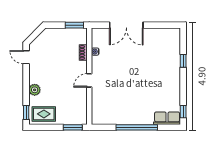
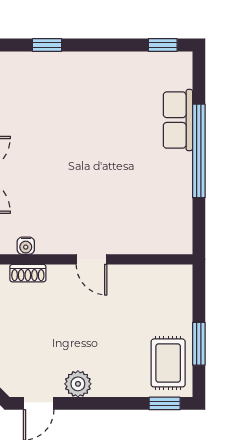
plant: (35, 90) -> (78, 384), moved
row of seats: (167, 118) -> (178, 120), moved
window: (73, 127) -> (199, 344), moved

